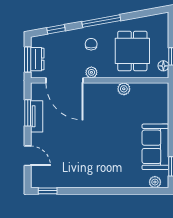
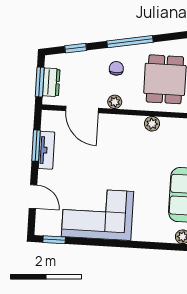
door: (64, 80) -> (82, 109), width x0.73
corner sofa: (83, 167) -> (98, 214), added

